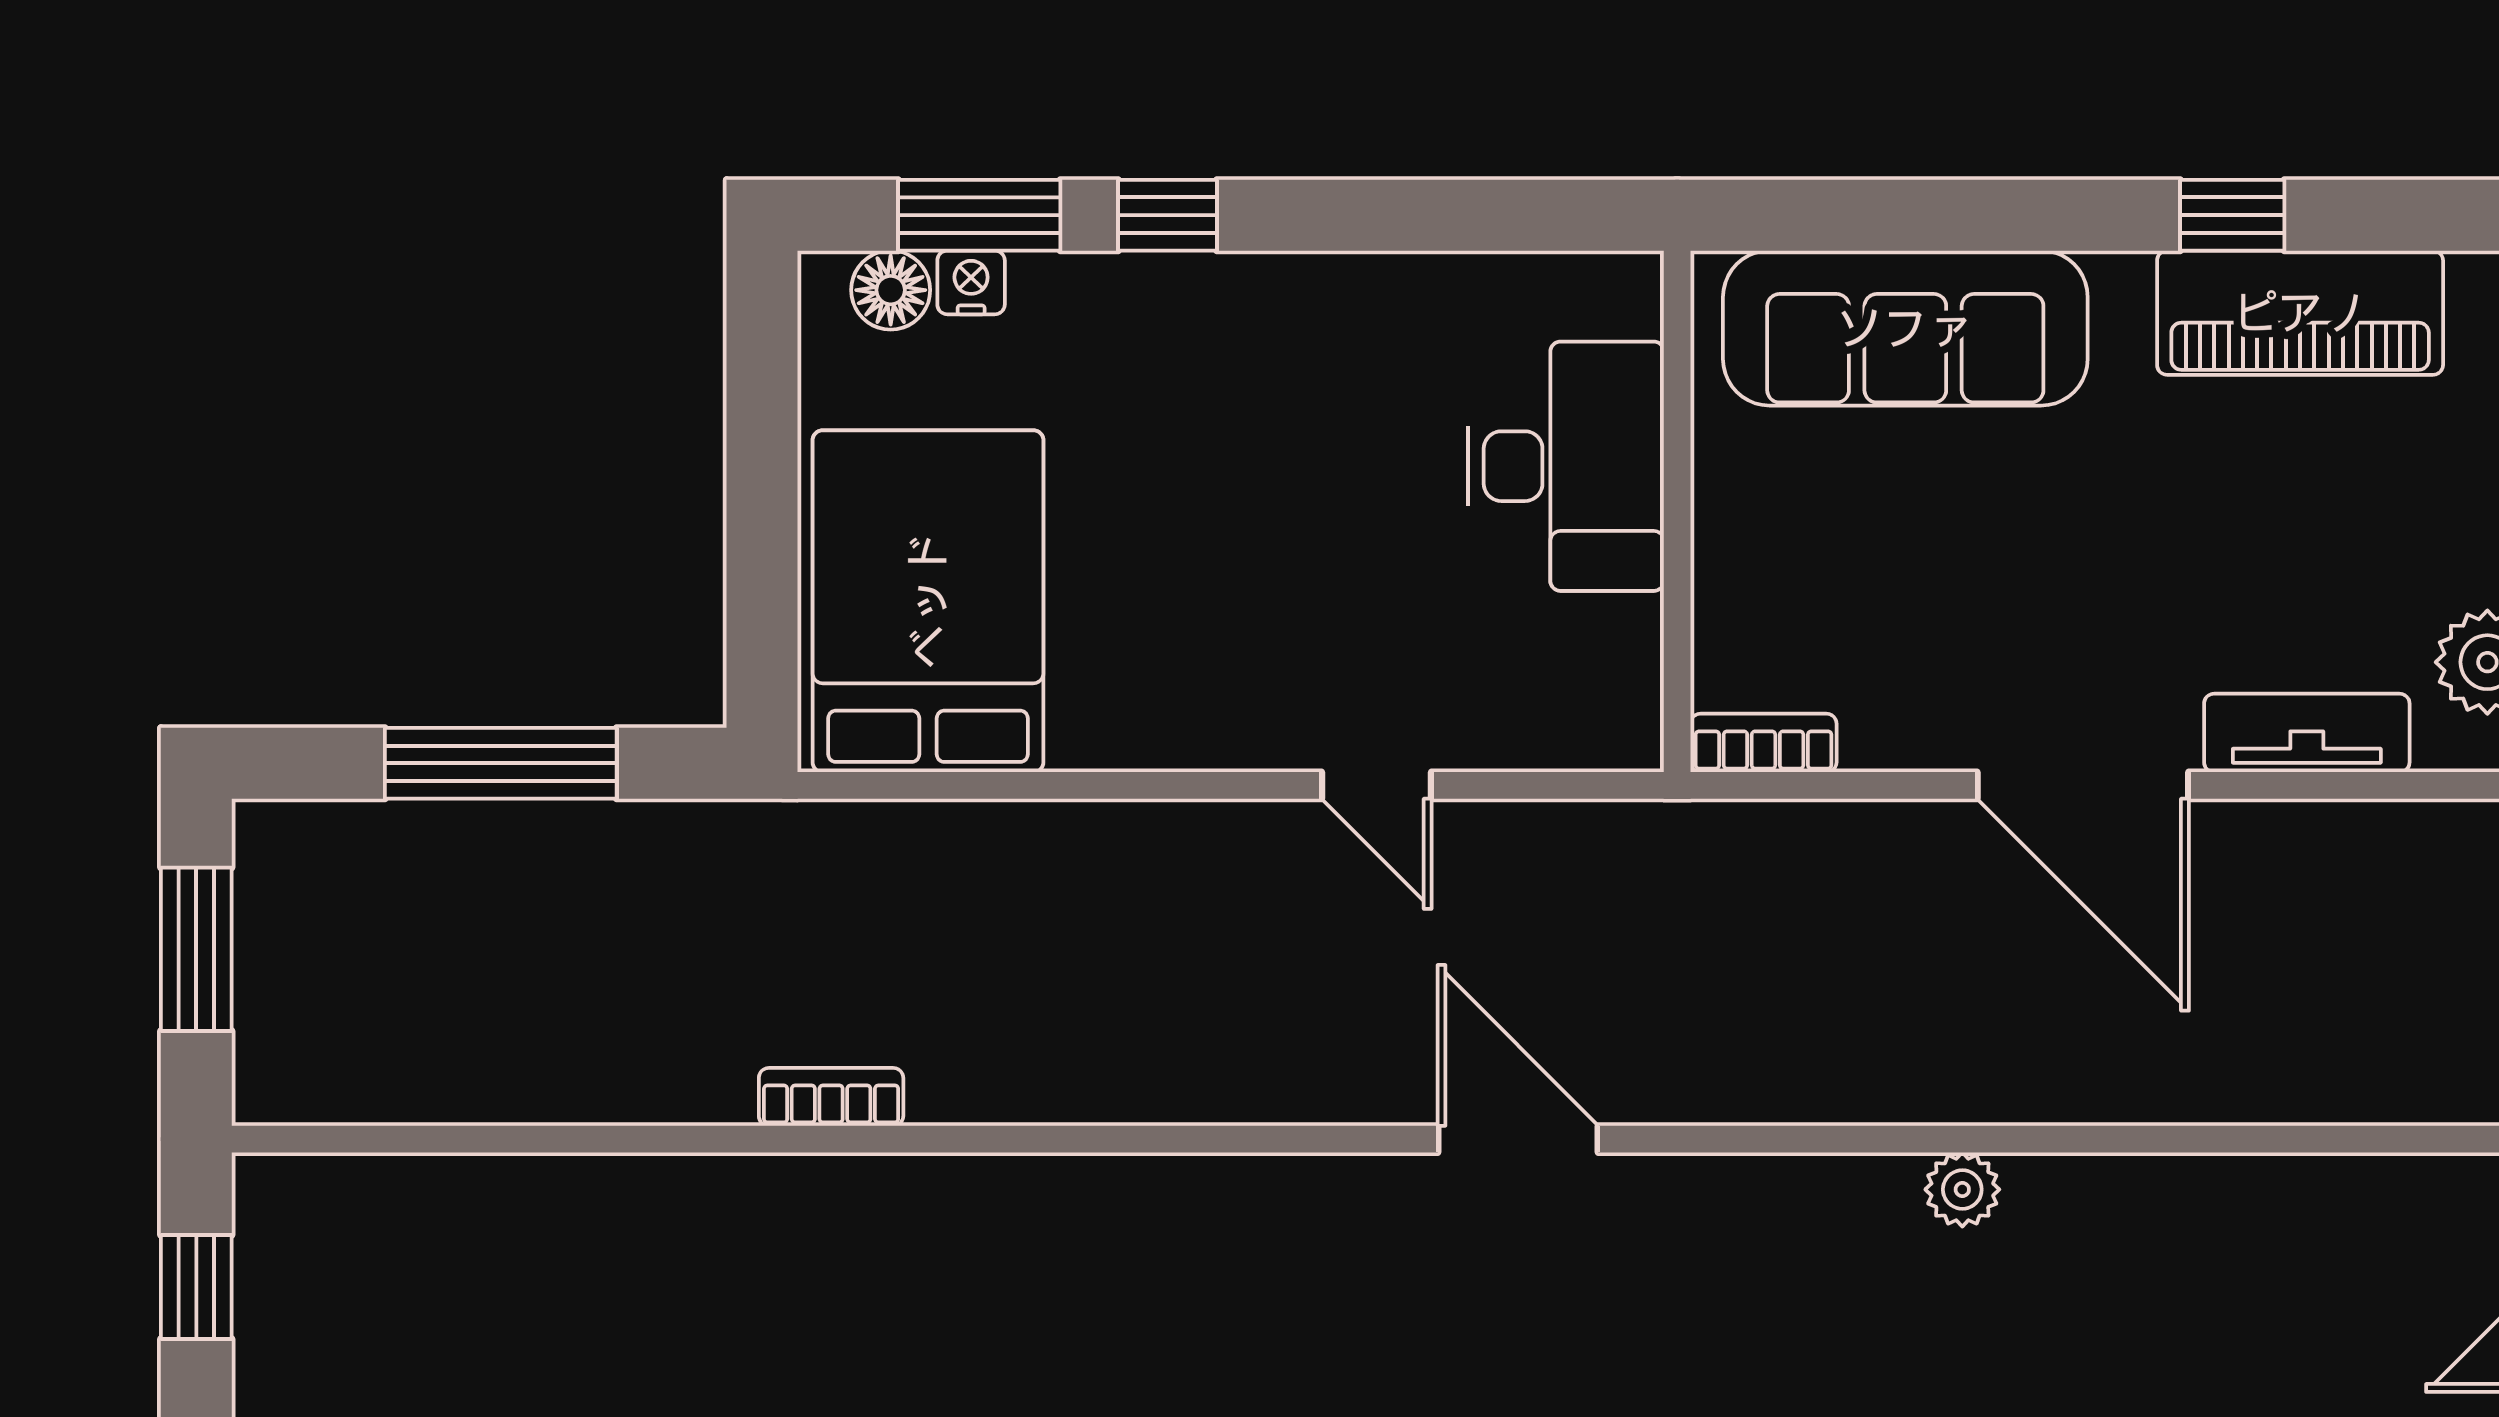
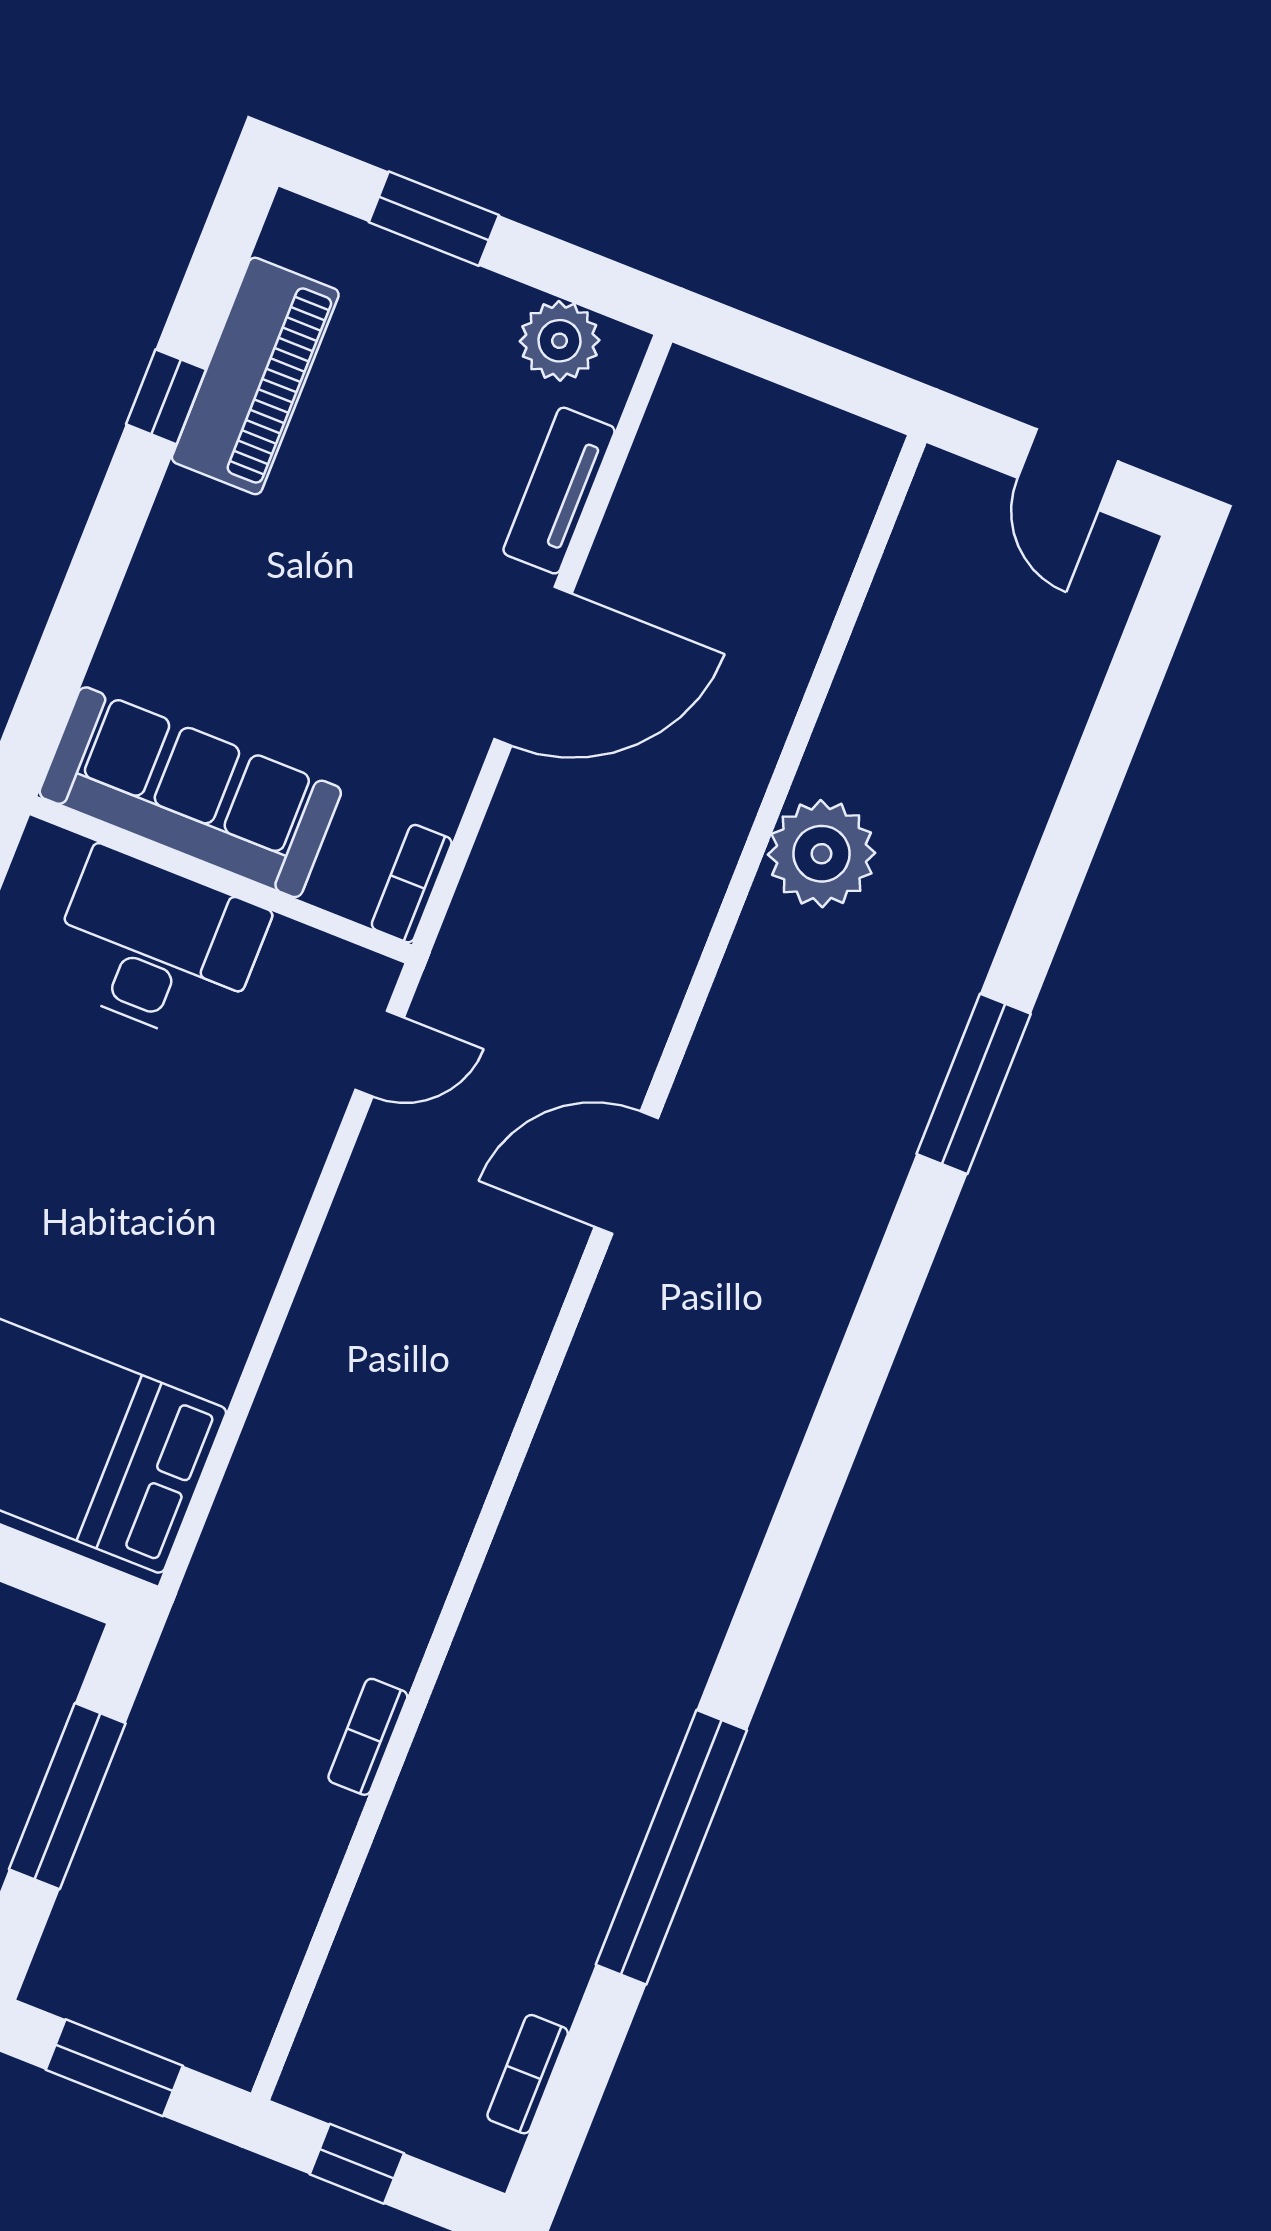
sofa: (1905, 328) -> (190, 792), moved, turned -90
door: (1376, 785) -> (380, 1054), moved
bookcase: (831, 1097) -> (368, 1737), moved
plant: (1962, 1189) -> (821, 854), width x1.87, depth x1.87

